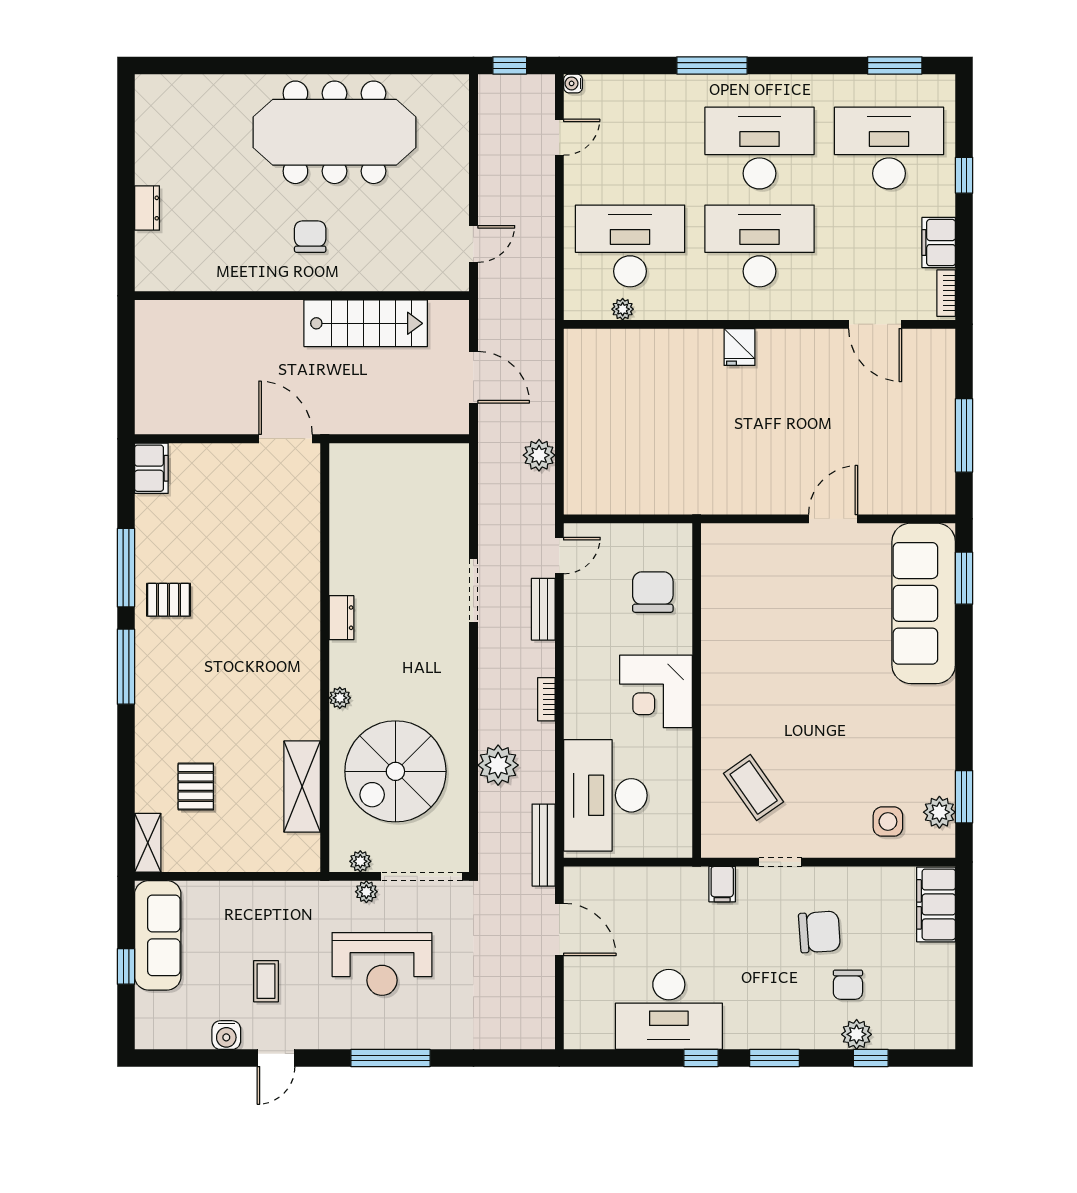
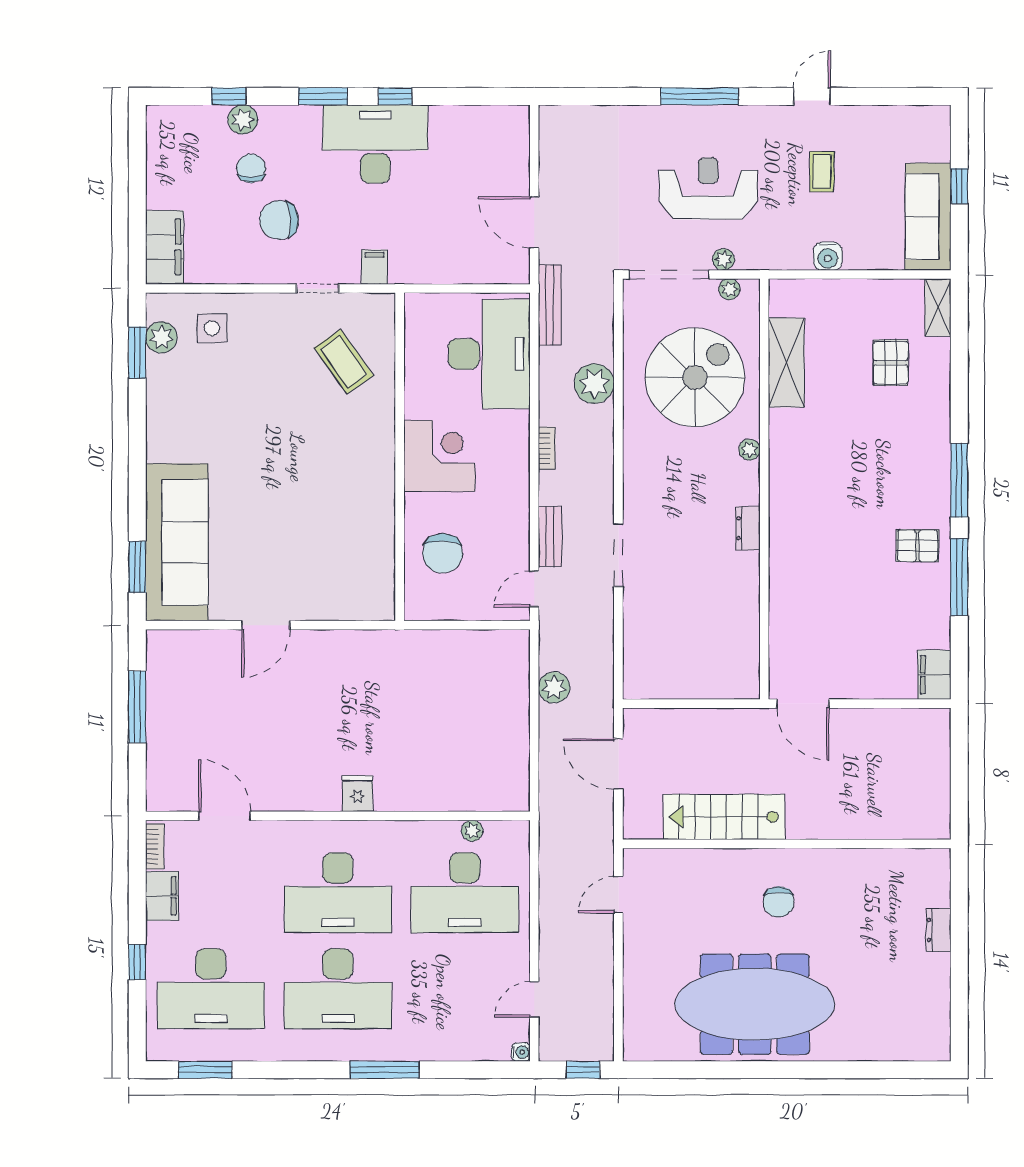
desk: (669, 1009) -> (375, 144), moved
water cooler: (226, 1035) -> (828, 256), moved, turned 180

